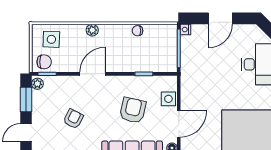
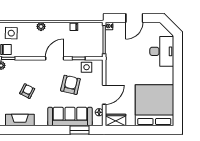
door: (93, 74) -> (55, 58), moved
side table: (168, 99) -> (87, 67), moved

